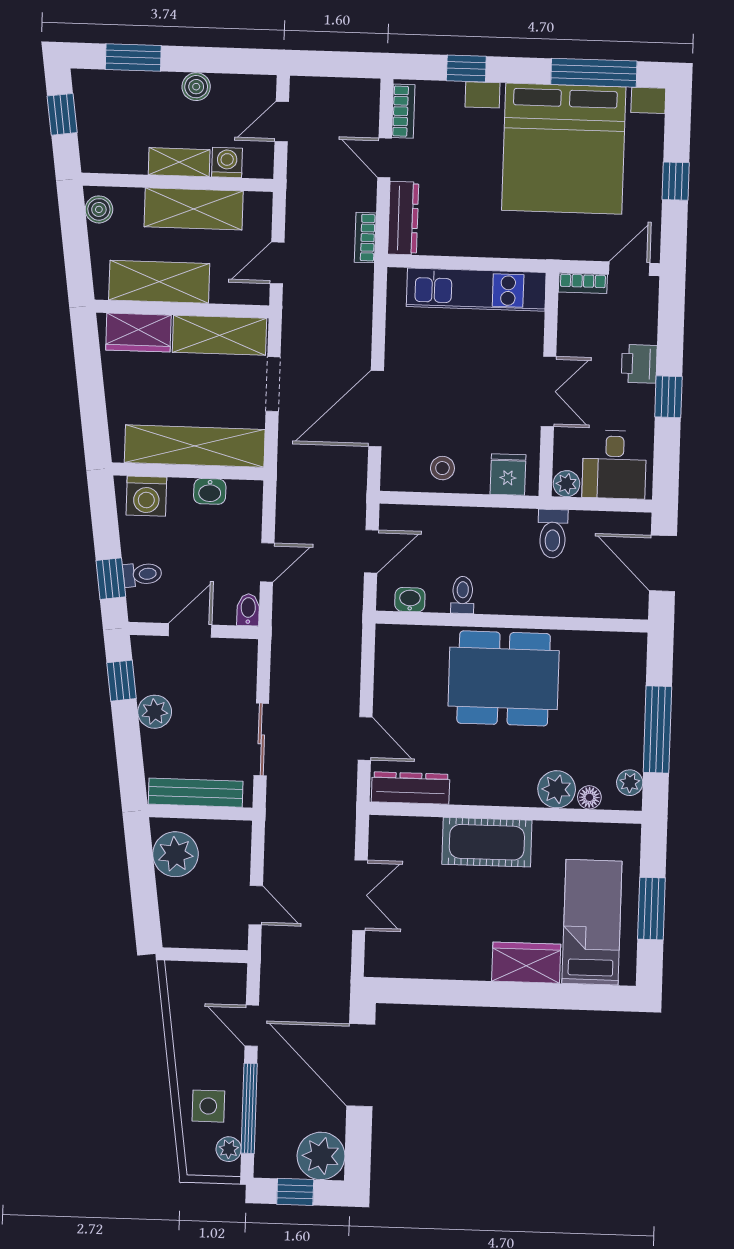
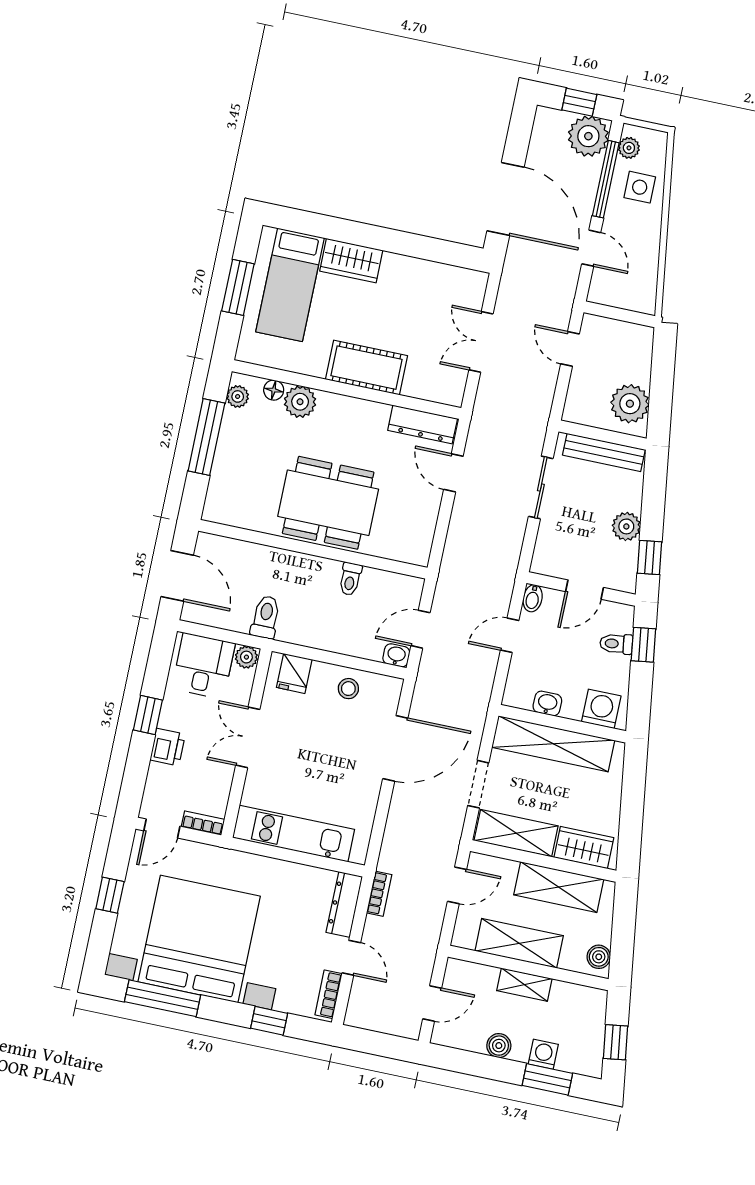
washing machine: (227, 162) -> (543, 1054), moved, turned 180
washbasin: (410, 600) -> (396, 655), moved, turned 180
plant: (321, 1156) -> (588, 136), moved

